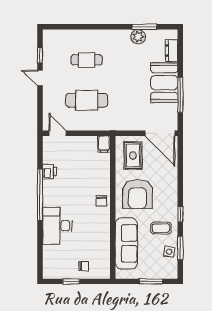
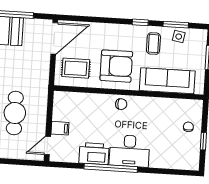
filing cabinet: (104, 144) -> (60, 128), moved
printer: (49, 172) -> (94, 154), width x1.87, depth x1.48
desk: (57, 226) -> (129, 151), moved

